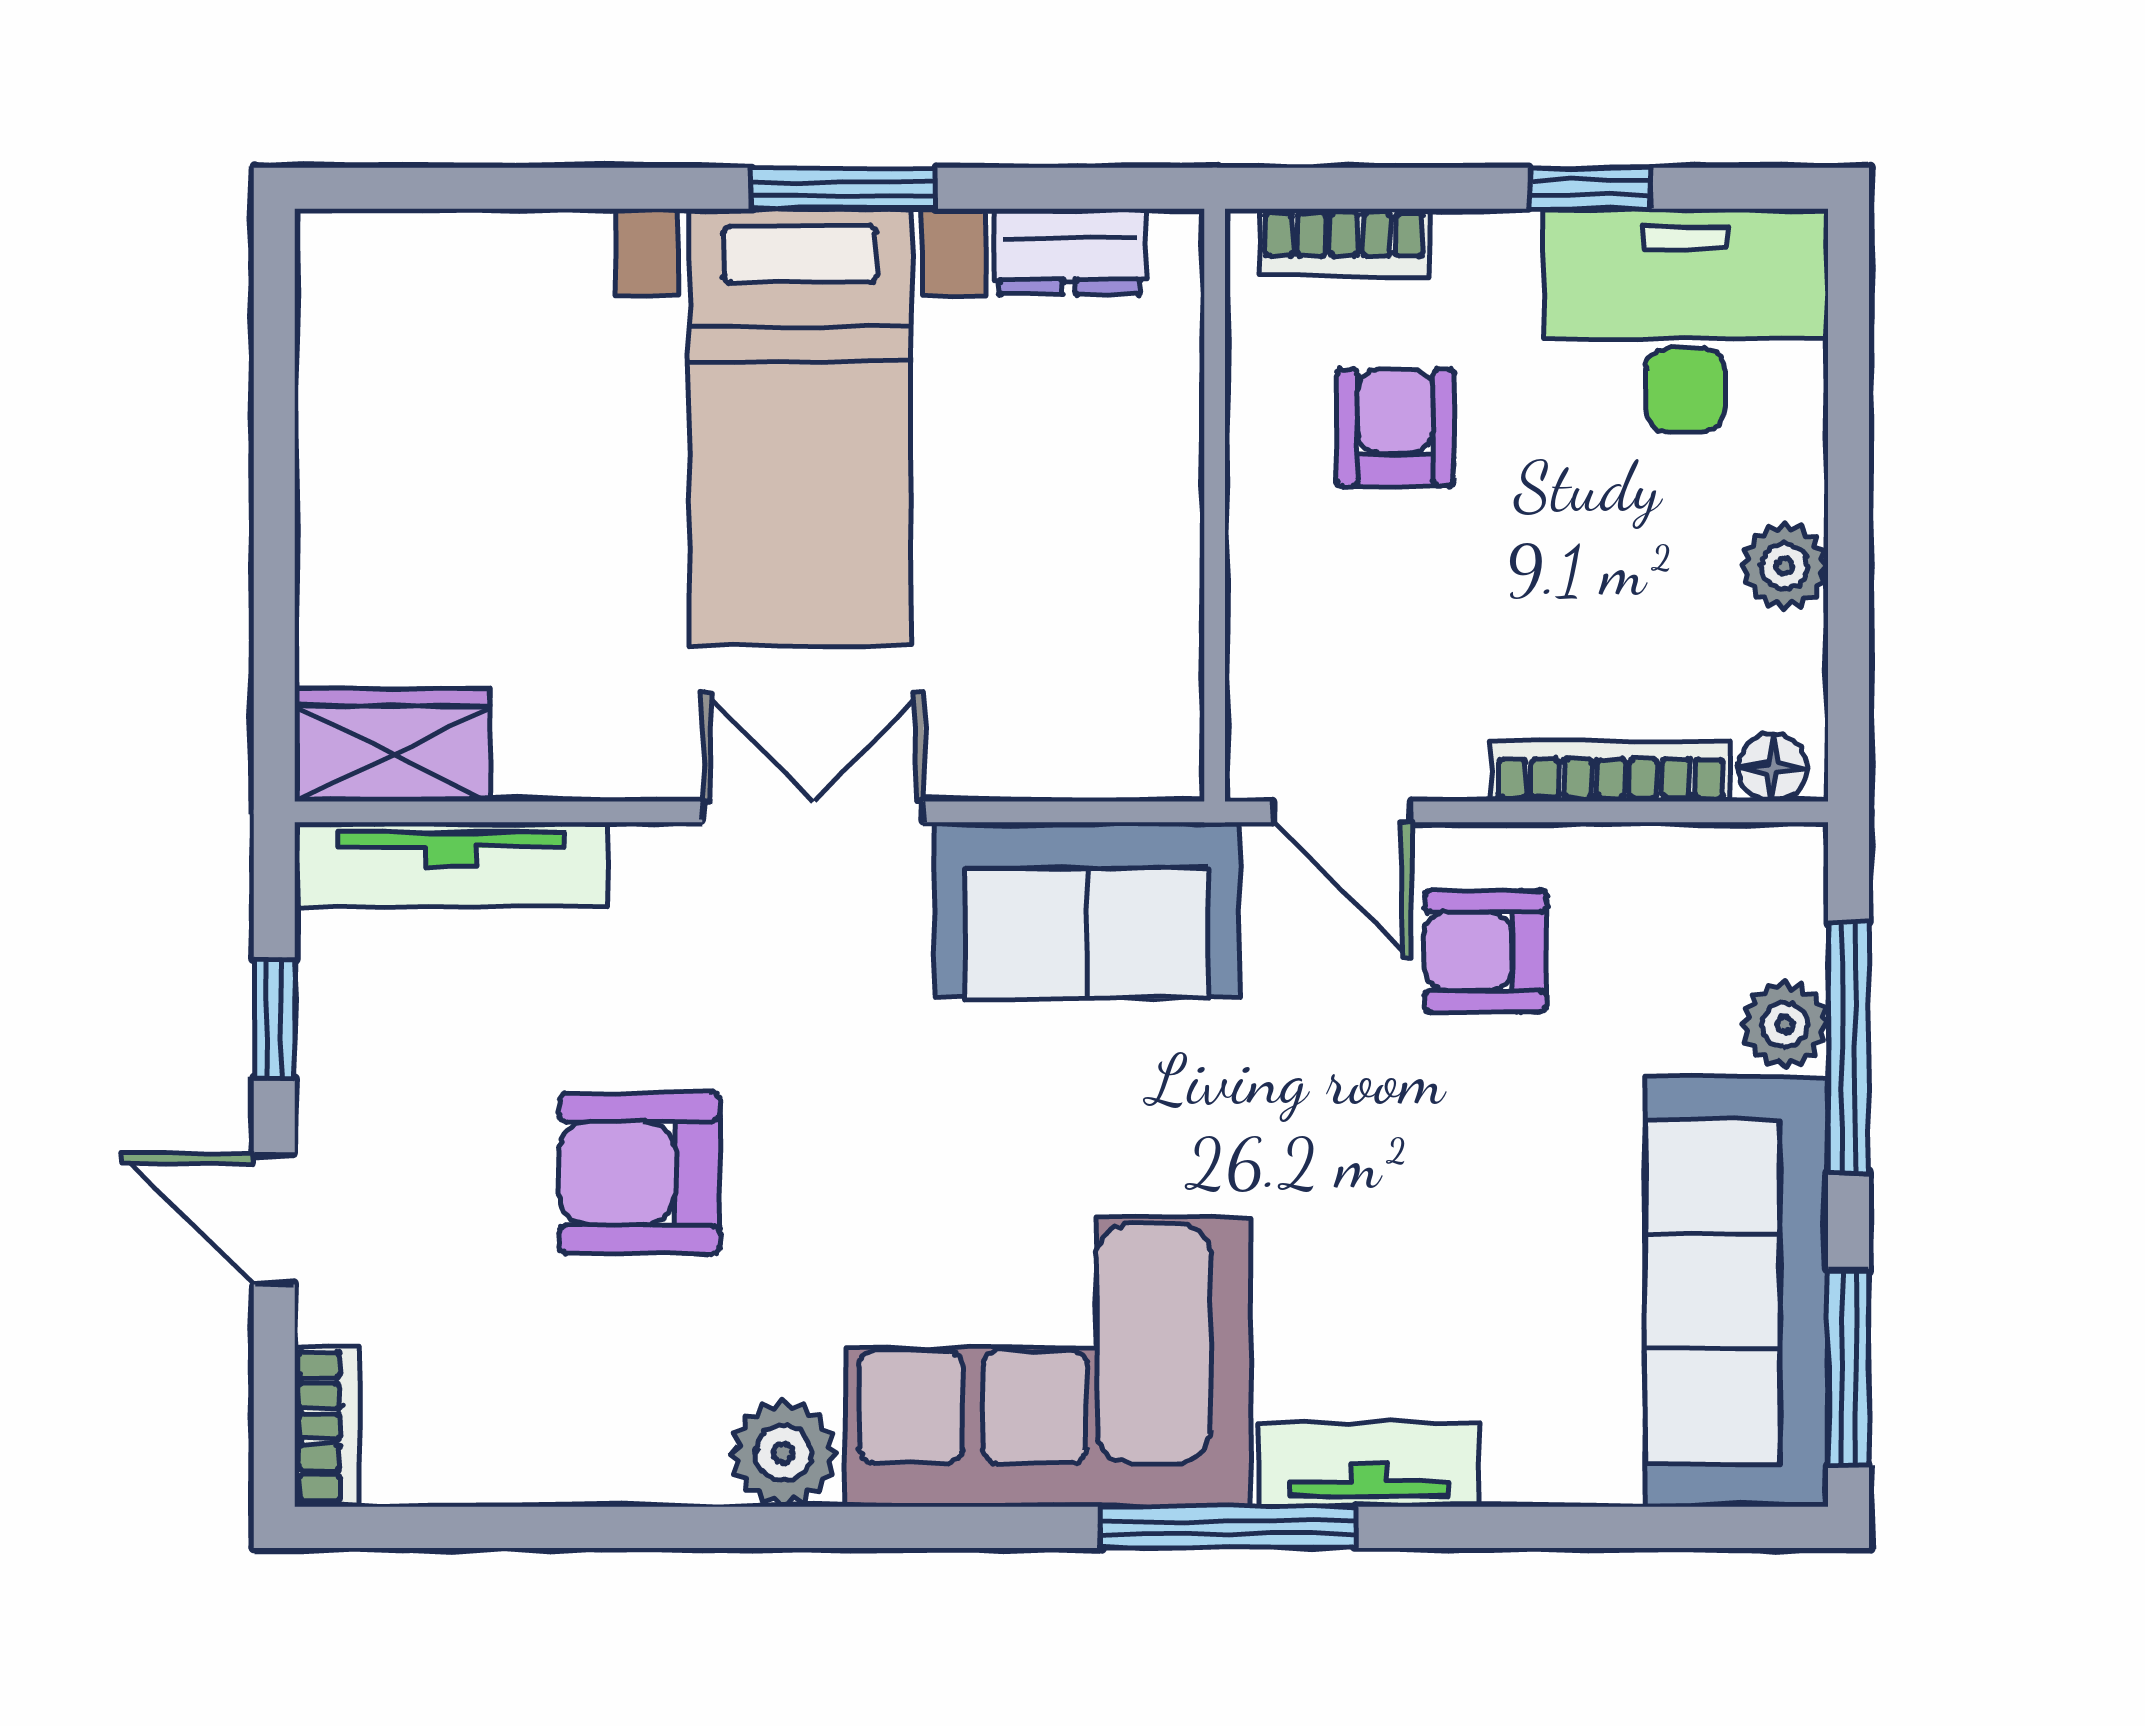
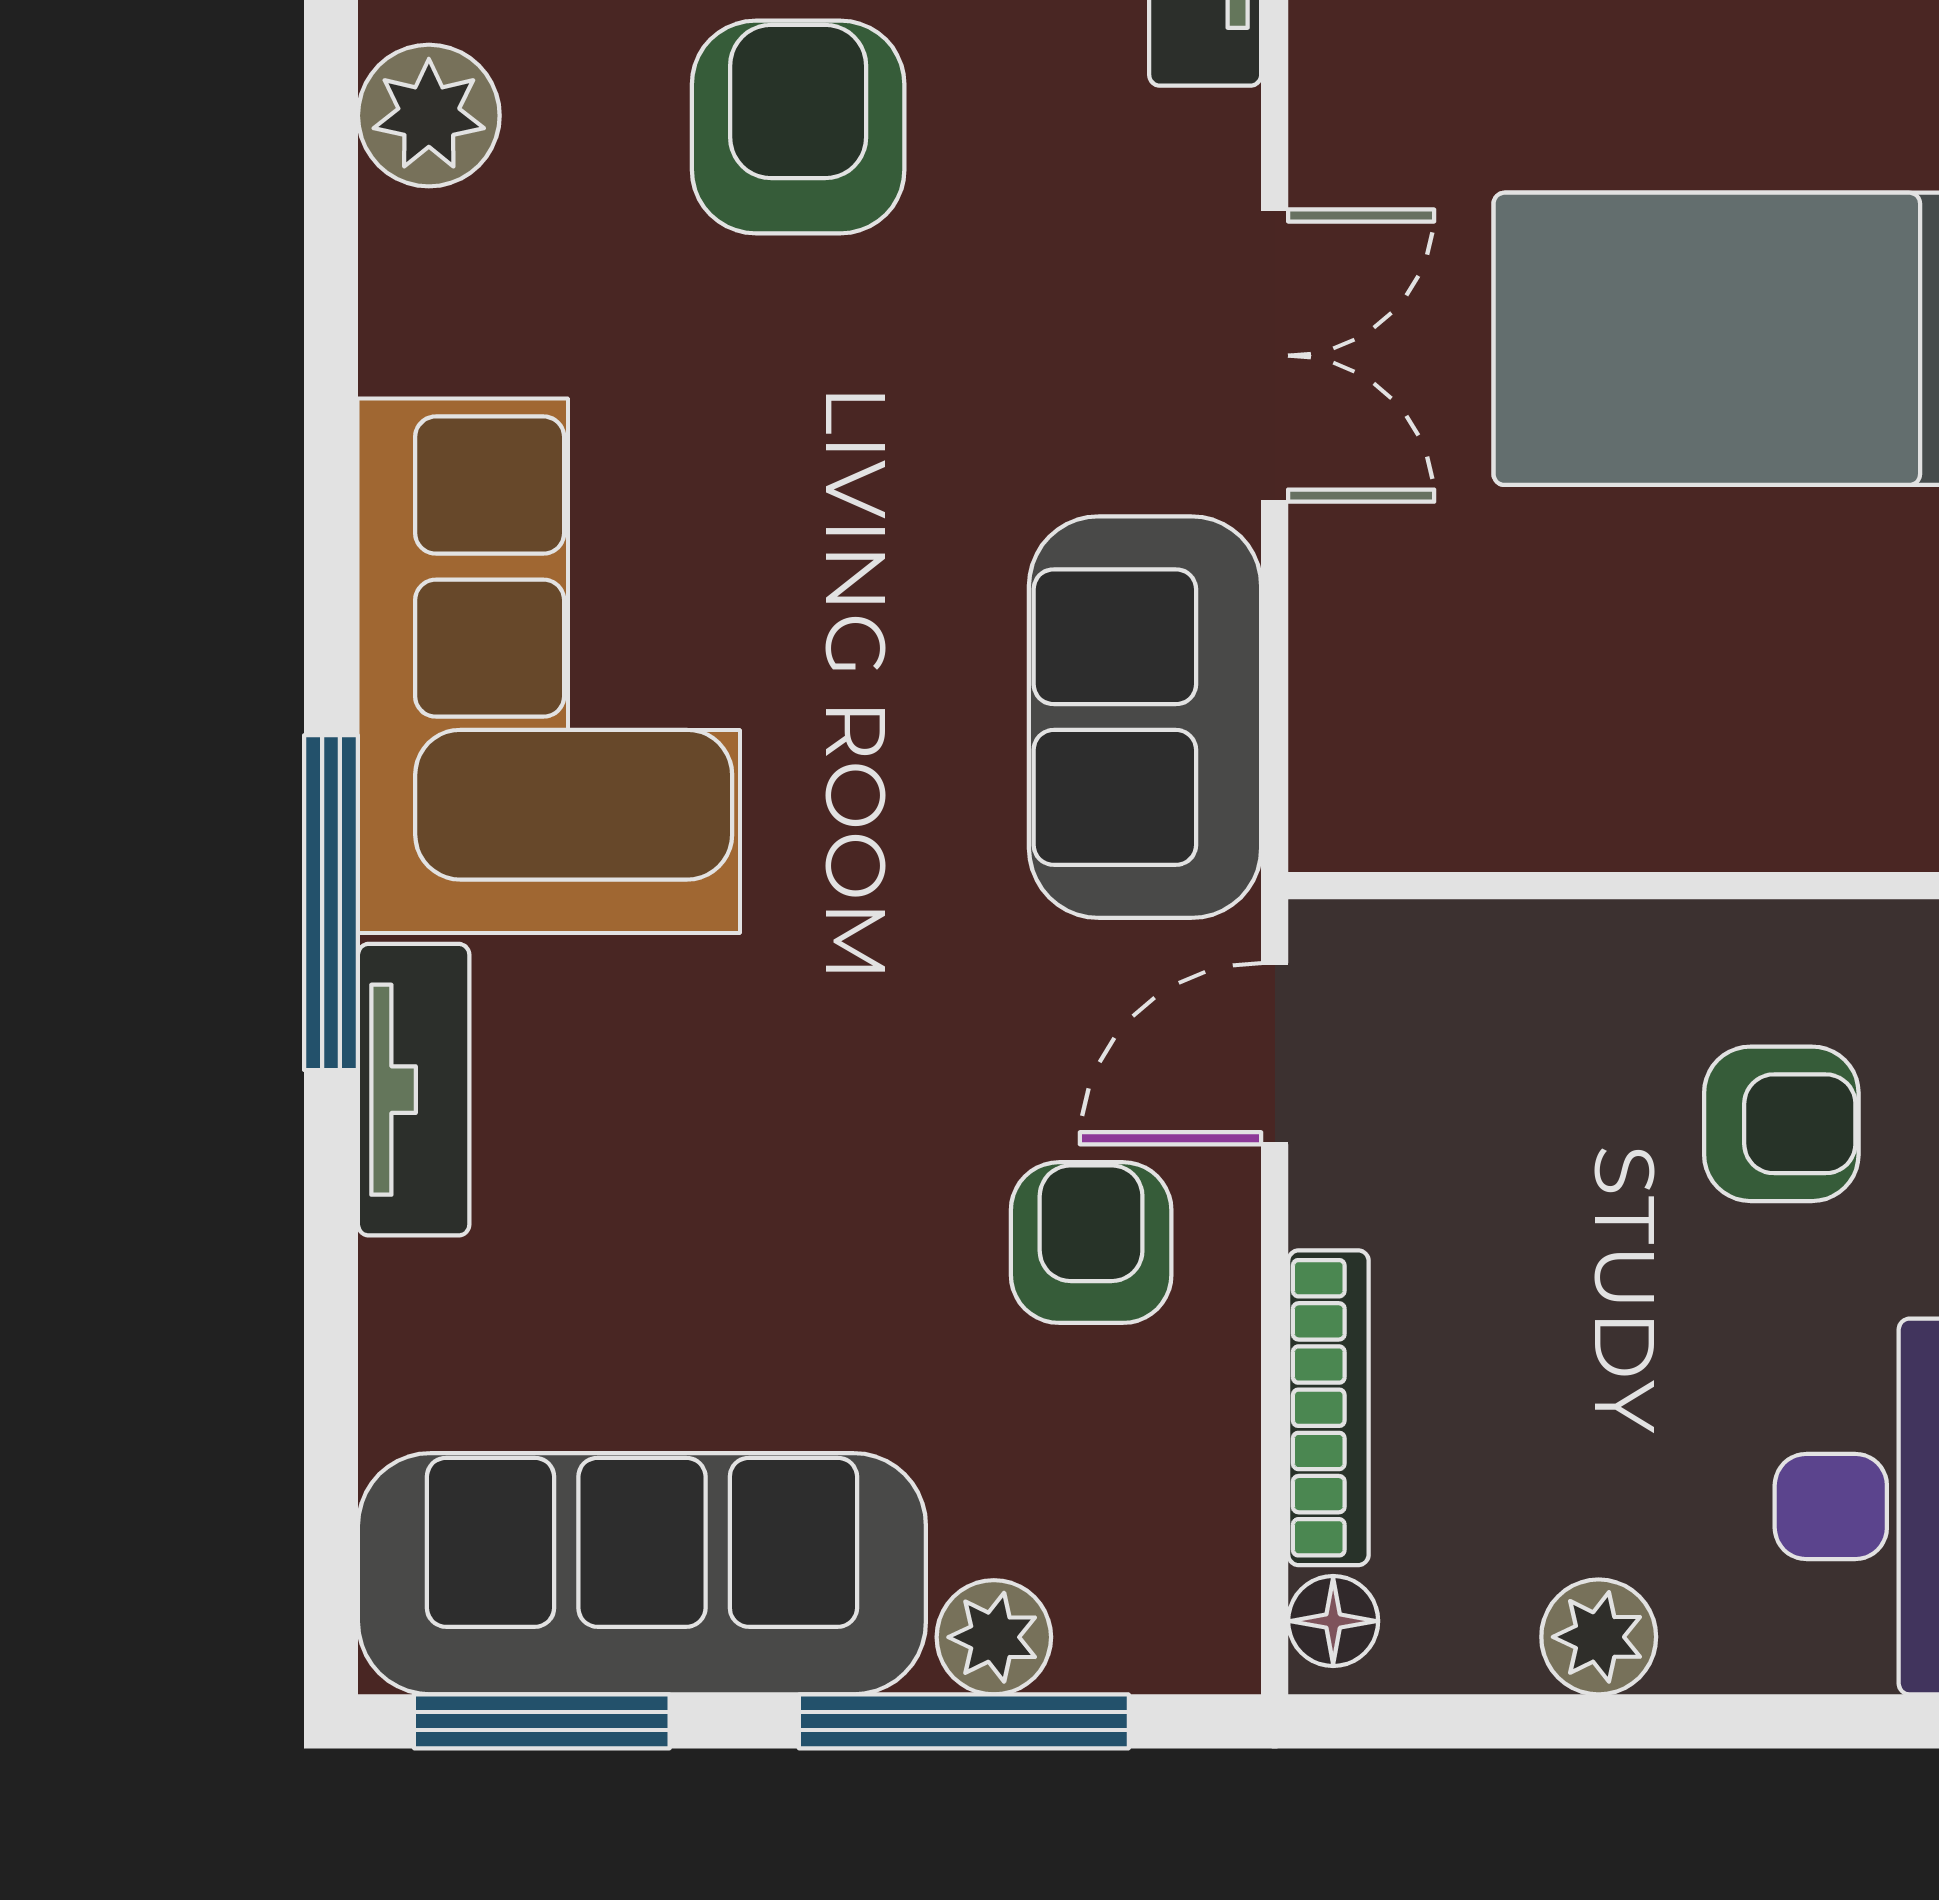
plant: (783, 1453) -> (429, 116), moved

